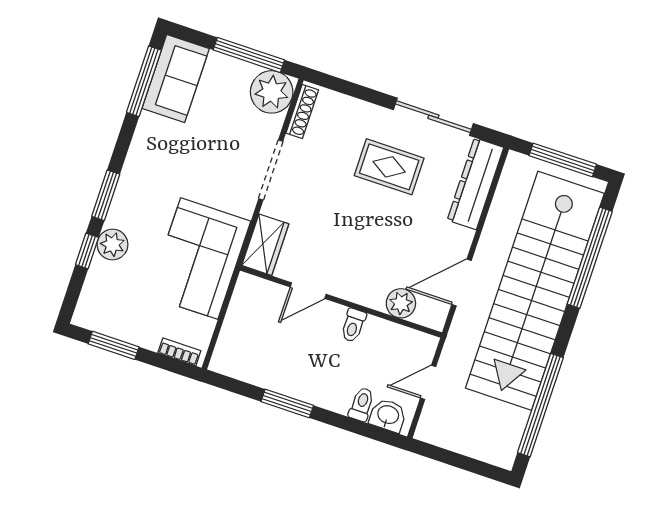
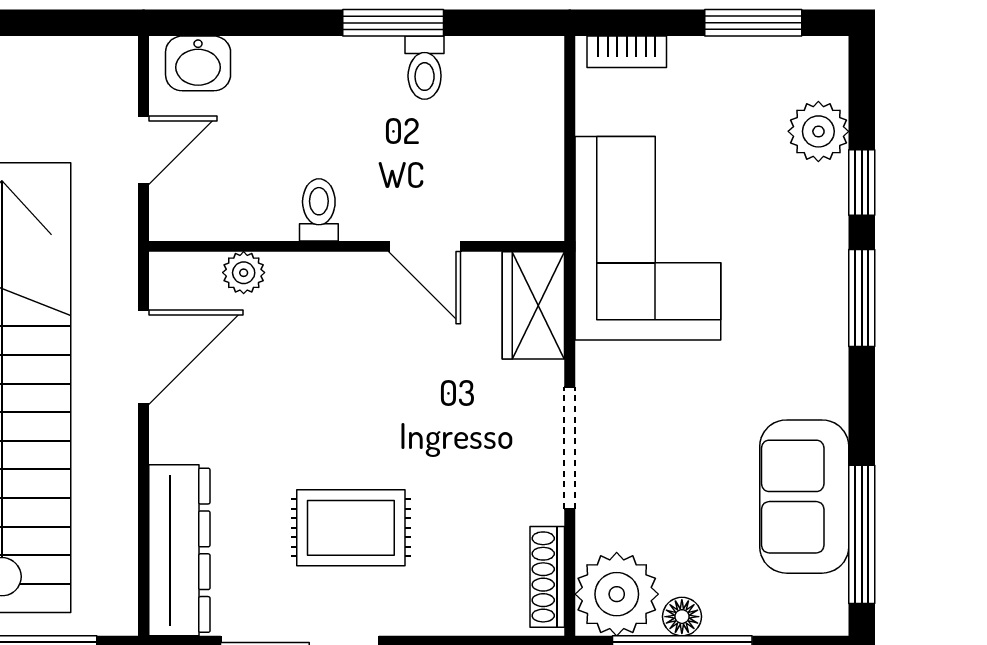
floor lamp: (244, 71) -> (682, 617), added
sofa: (176, 79) -> (804, 497), moved
plant: (112, 245) -> (818, 131), moved
door: (308, 291) -> (425, 246), swing flipped
plant: (401, 303) -> (244, 273), width x0.73, depth x0.73
toilet: (362, 404) -> (425, 68), moved

